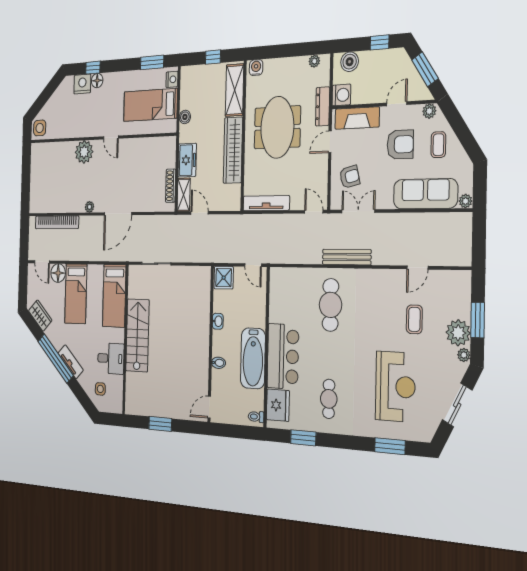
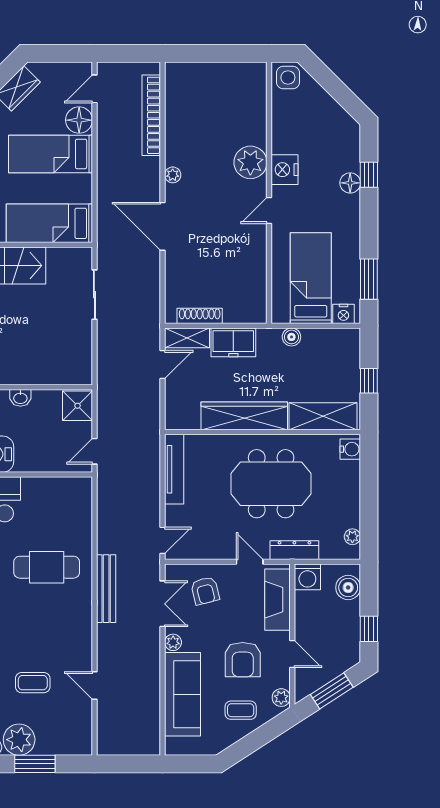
nightstand: (82, 84) -> (285, 170), moved, turned 180
plant: (466, 201) -> (173, 642), moved

